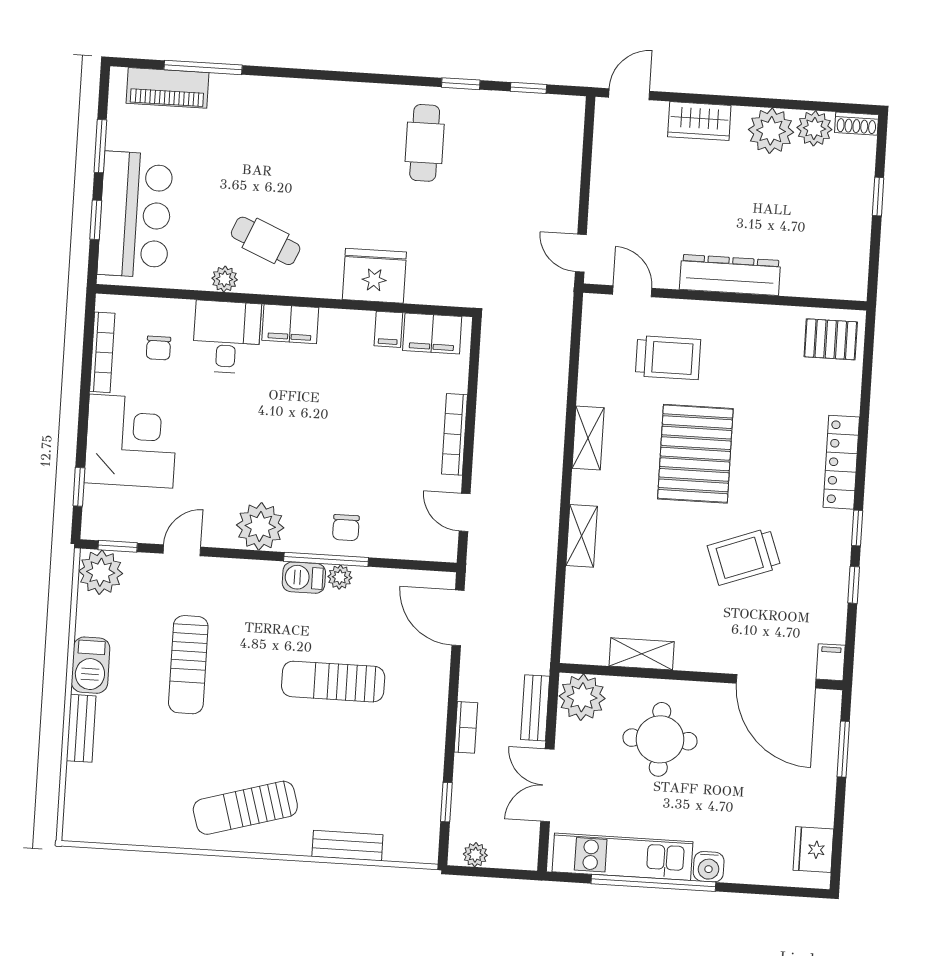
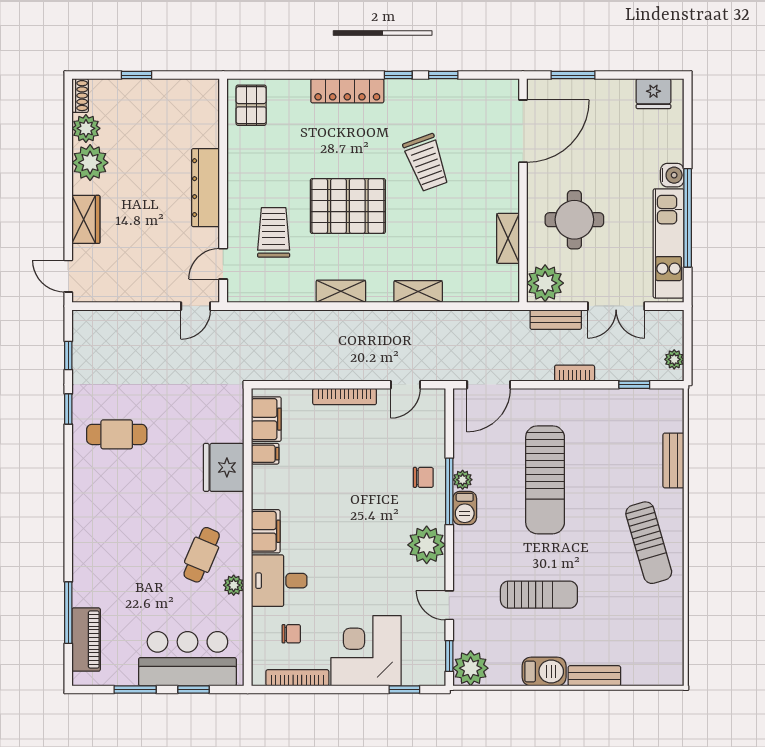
filing cabinet: (831, 662) -> (505, 89), removed
sun lounger: (333, 682) -> (545, 480), width x1.36, depth x1.34

